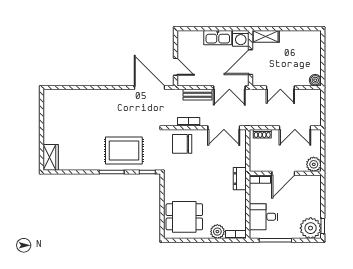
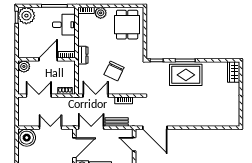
boiler: (315, 80) -> (27, 138), width x1.86, depth x1.86
chair: (182, 144) -> (114, 71), moved, turned 115
rug: (124, 151) -> (186, 75), moved
dining table: (184, 217) -> (127, 25), turned 90

